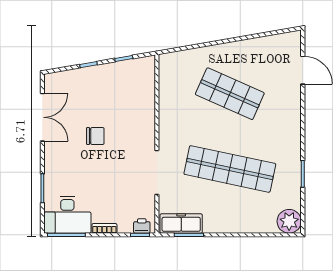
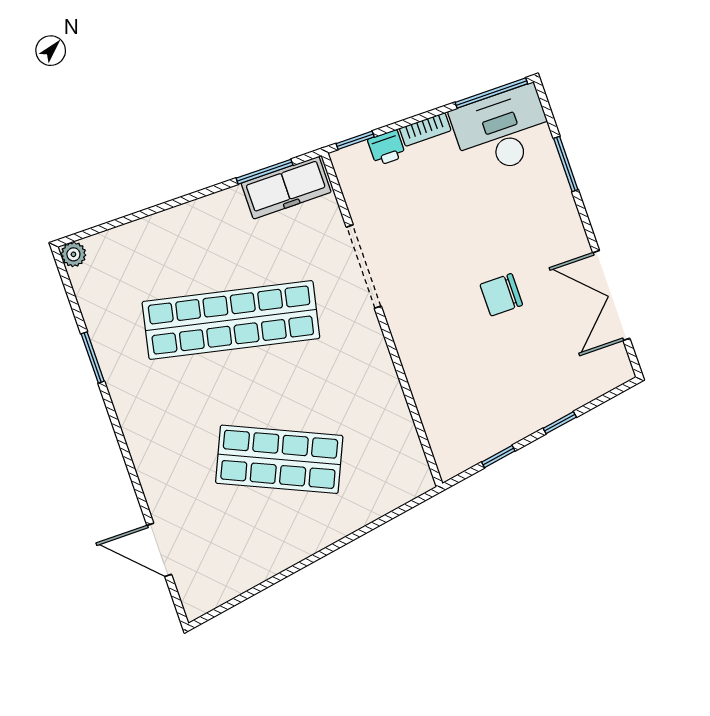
plant: (289, 221) -> (73, 254), width x0.53, depth x0.53
printer: (142, 226) -> (387, 148), moved

